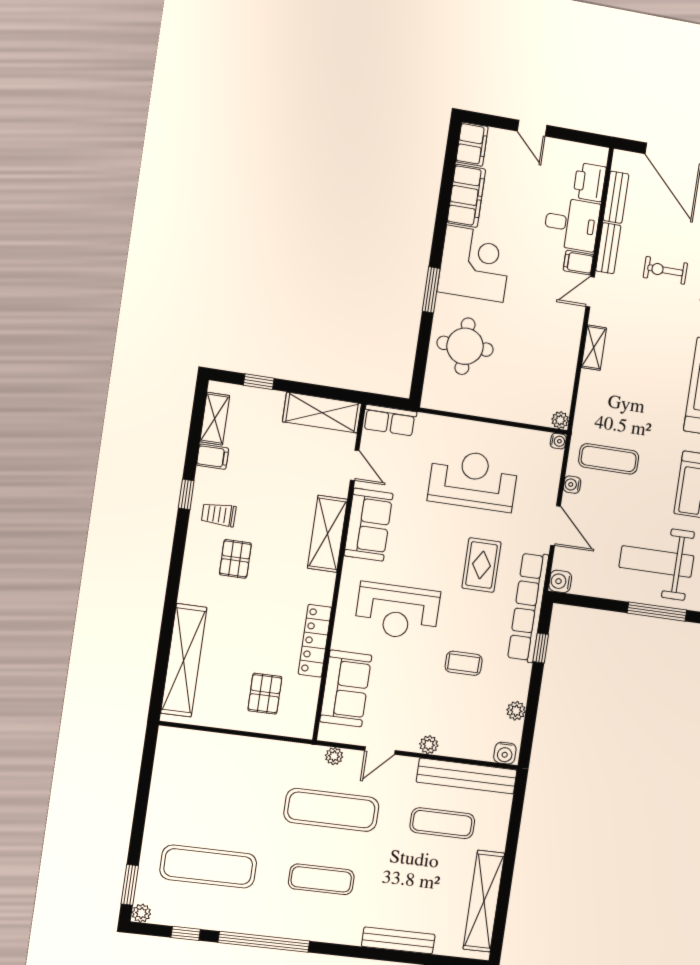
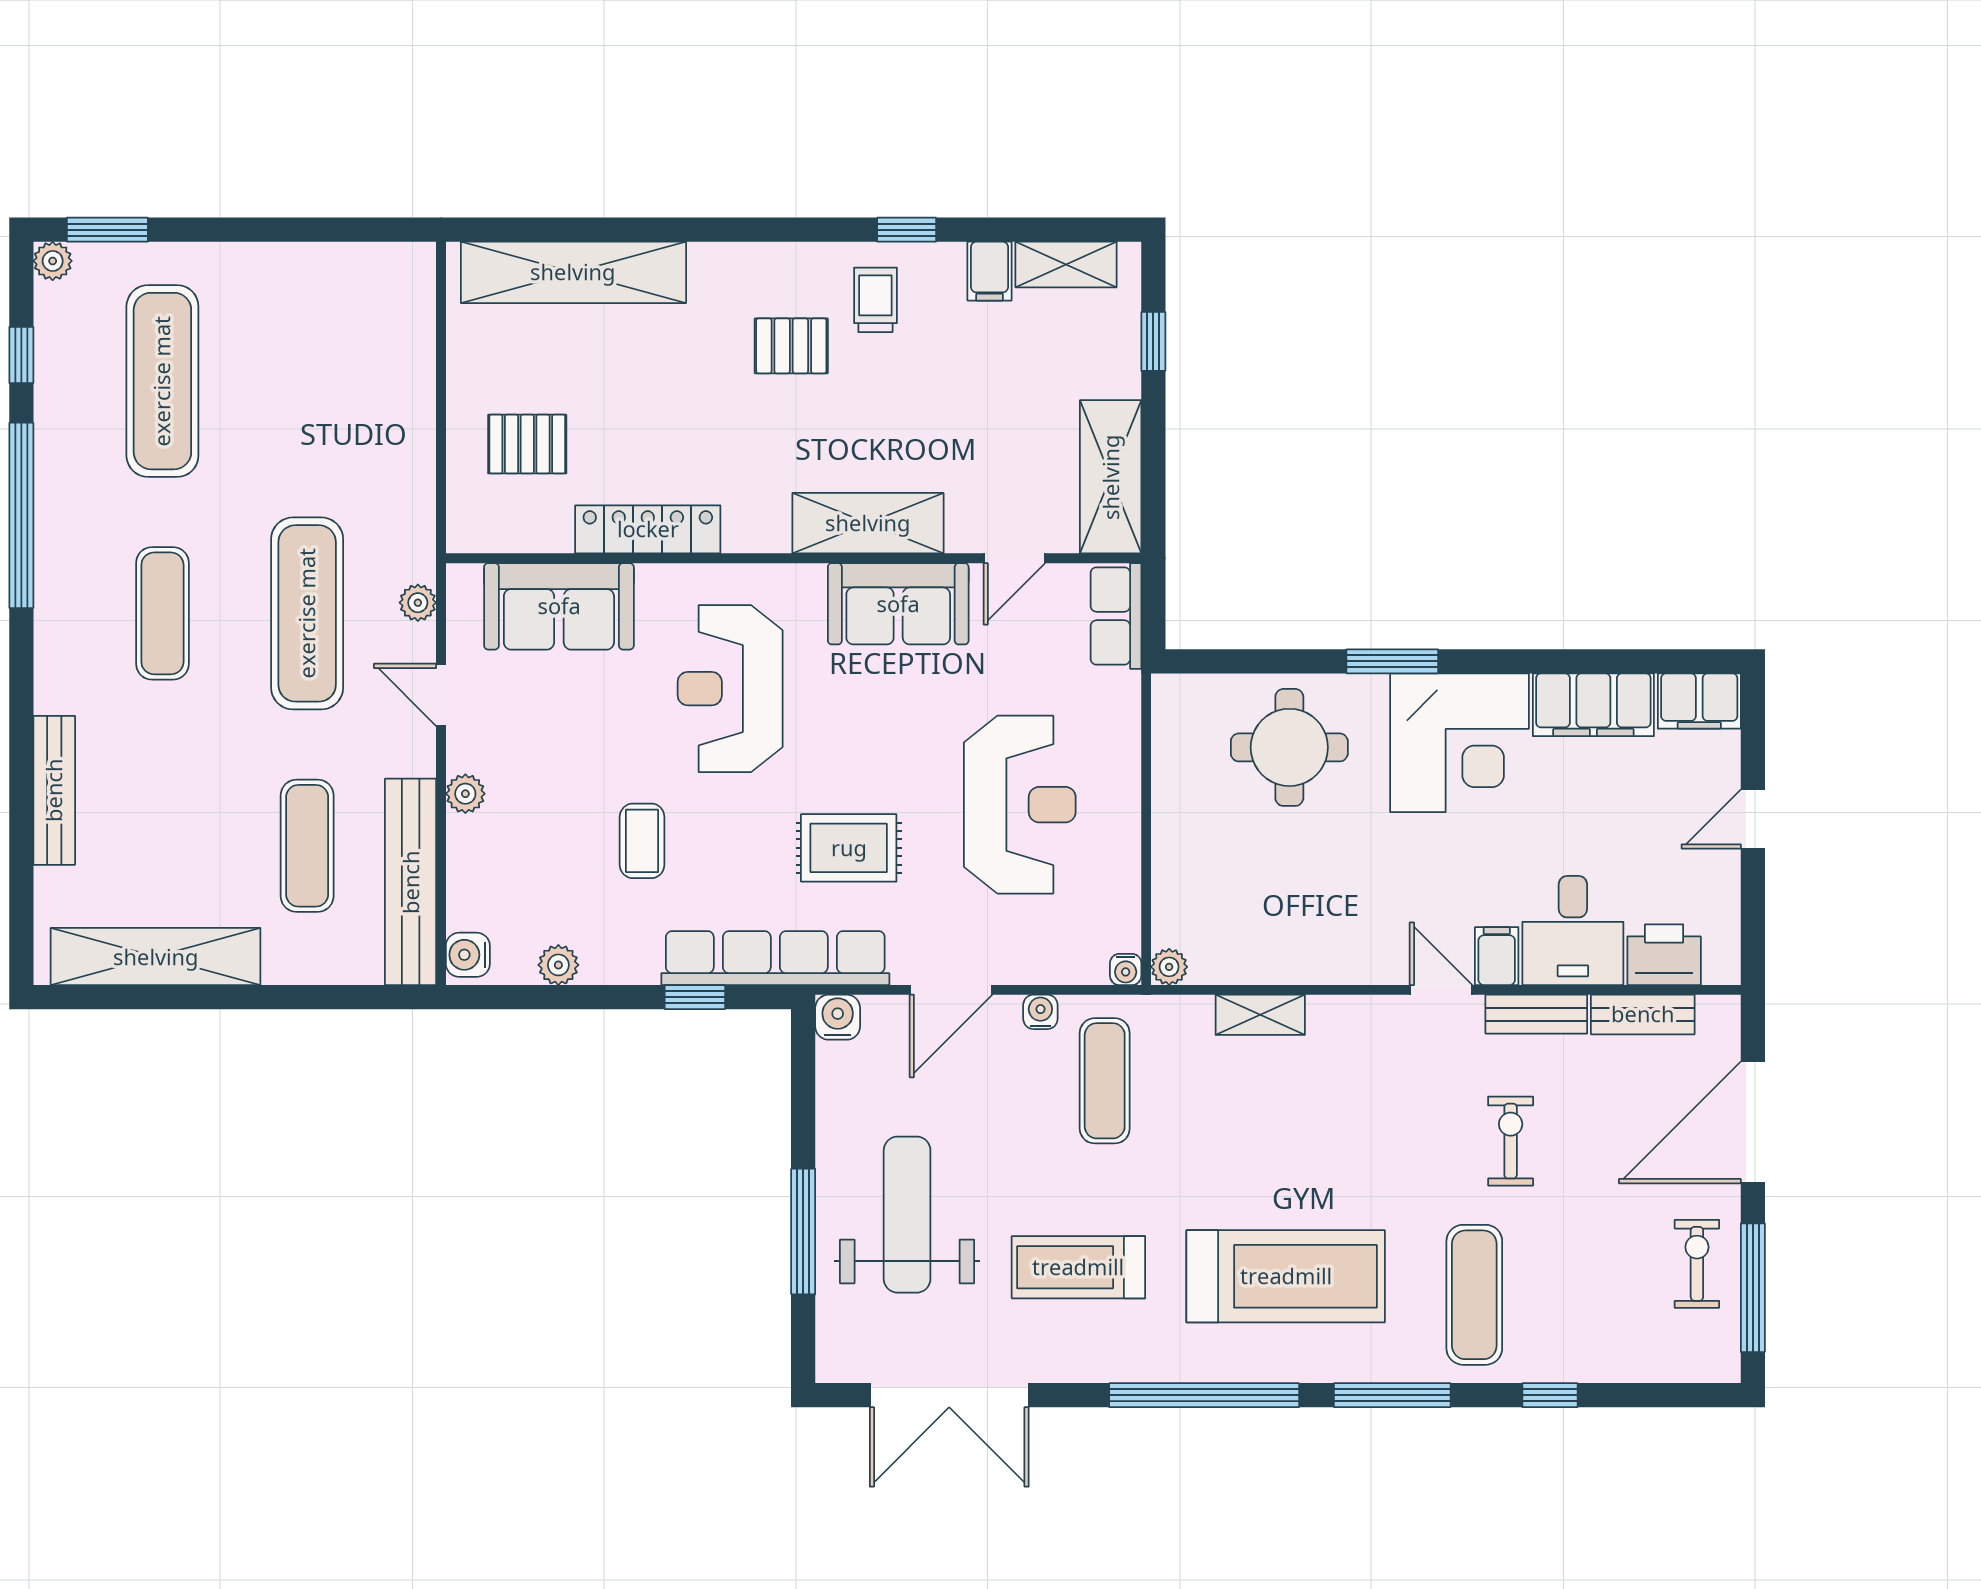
shelving: (594, 348) -> (1260, 1015), moved

